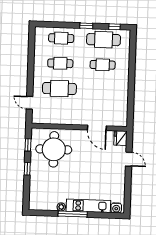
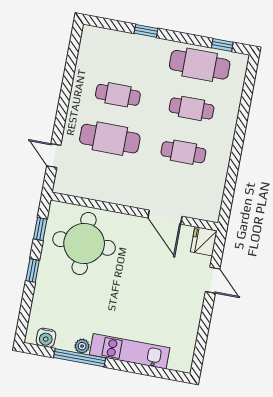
window: (86, 26) -> (146, 31), moved
cafe table: (61, 38) -> (183, 152), moved
water cooler: (116, 208) -> (46, 338), moved
window: (73, 214) -> (80, 358), moved

